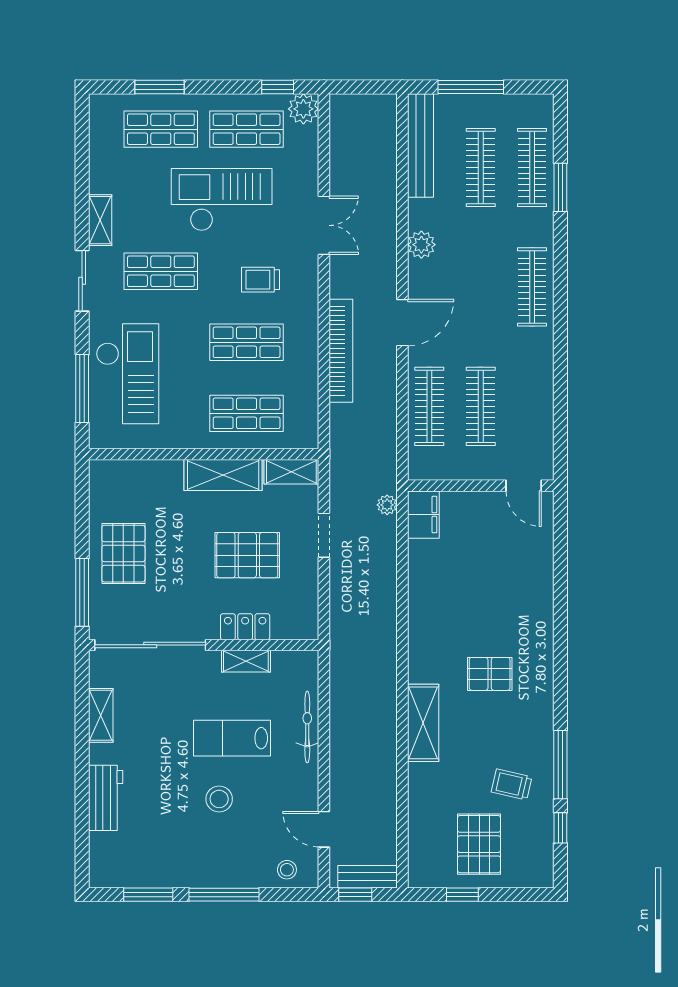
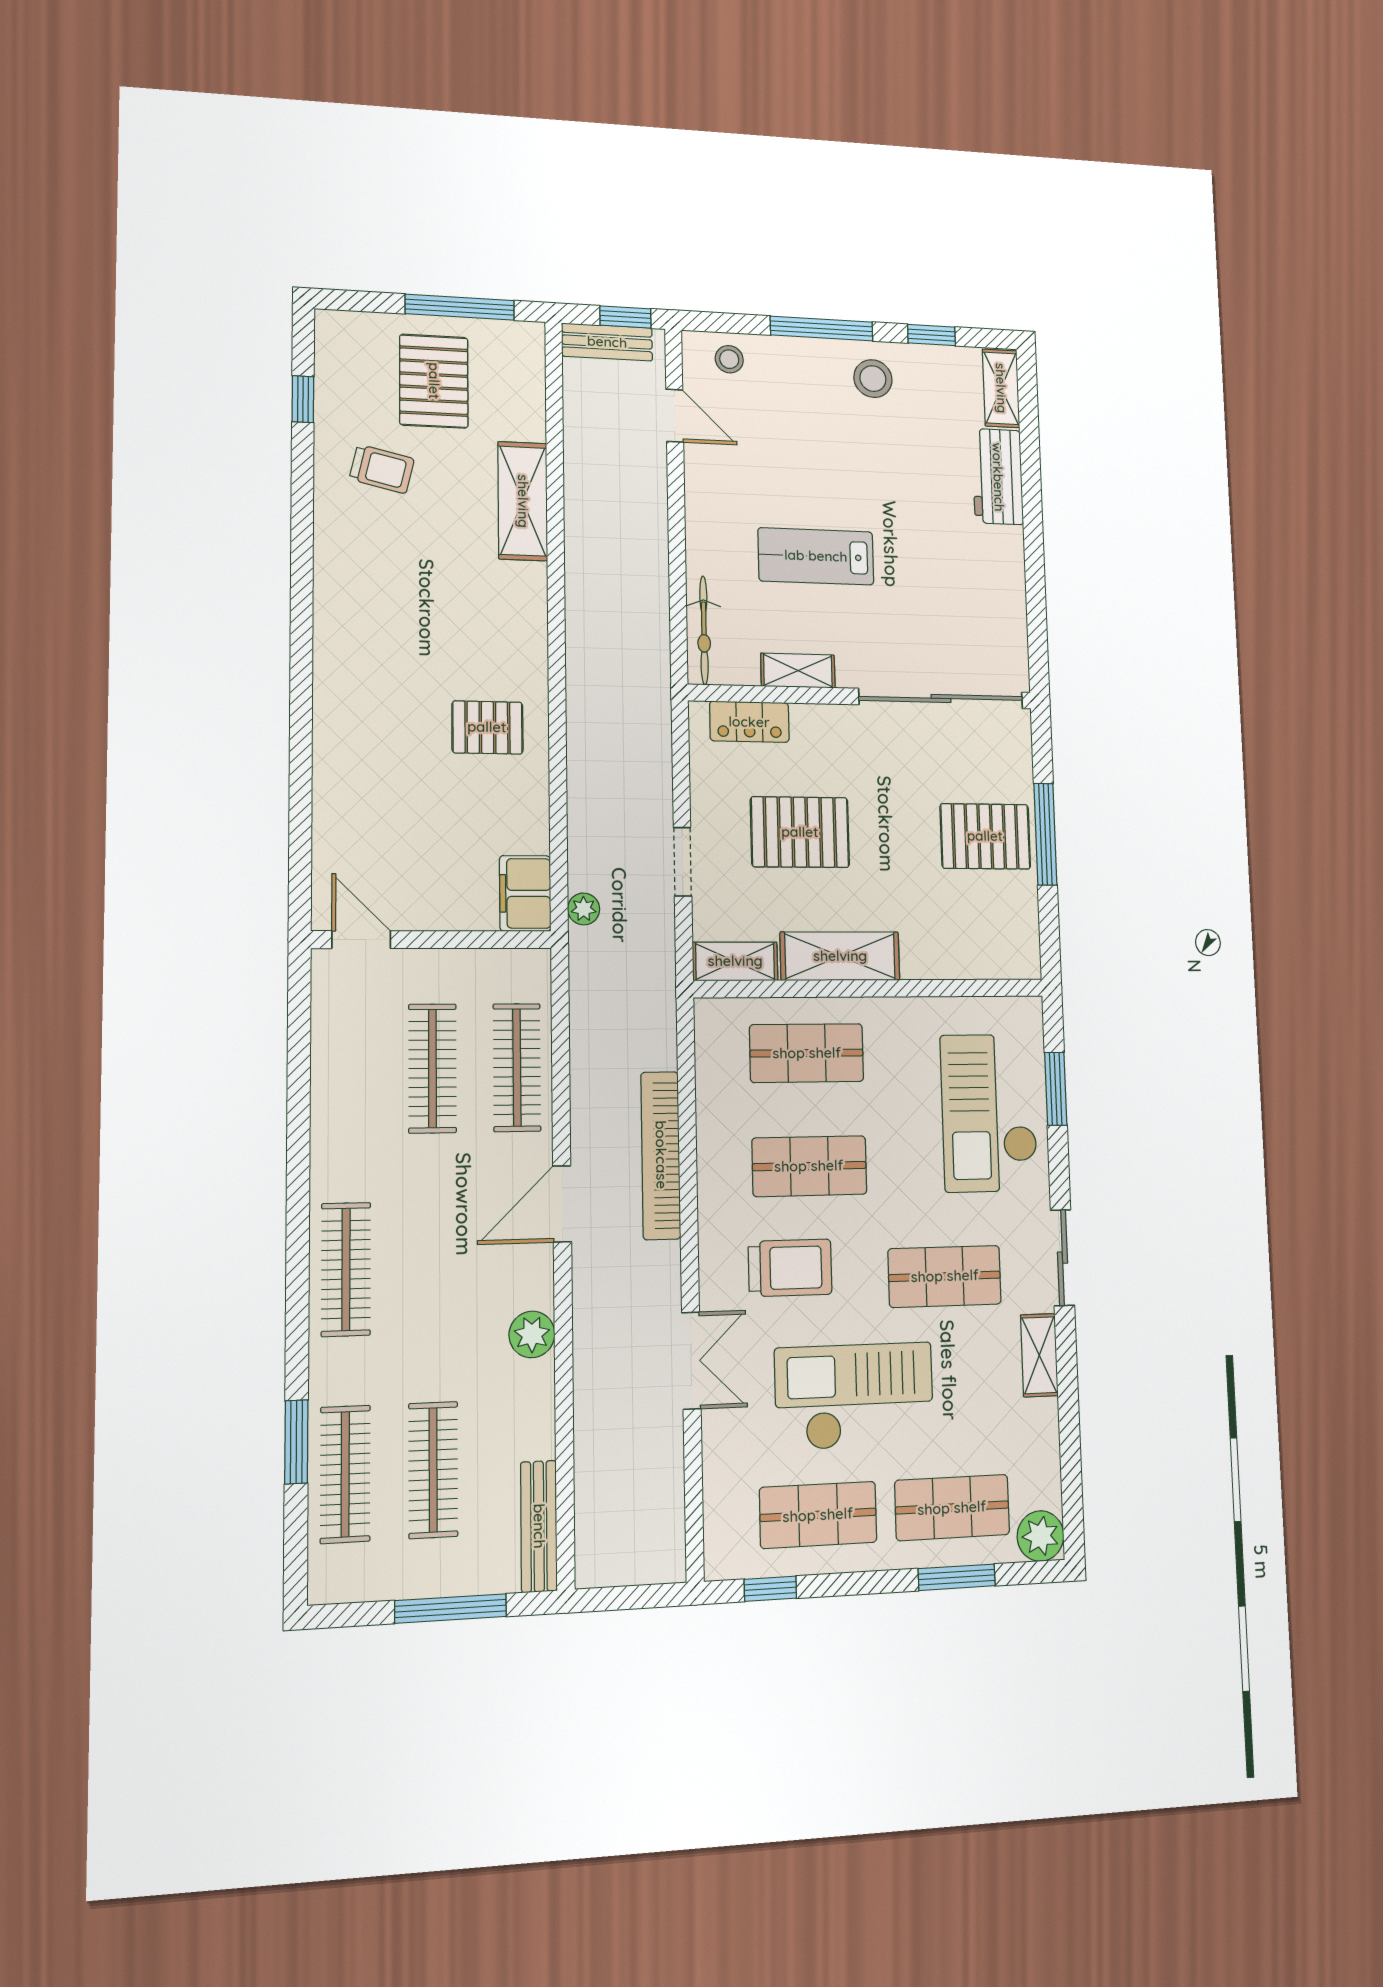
plant: (303, 109) -> (1040, 1536), moved
bench: (420, 145) -> (539, 1526), width x0.73, depth x0.82
checkout: (222, 200) -> (854, 1396), turned 180
double door: (324, 225) -> (691, 1361), swing flipped
trolley: (261, 280) -> (790, 1268), width x1.36, depth x1.39
window: (82, 389) -> (1056, 1089), width x0.69
pallet: (123, 554) -> (985, 836), turned 90
window: (82, 592) -> (1045, 834), moved
locker: (245, 627) -> (749, 722), moved
pallet: (490, 674) -> (487, 727), moved
shelving: (101, 715) -> (1001, 388), moved
shelving: (423, 723) -> (523, 501), moved
bicycle: (307, 727) -> (704, 630), moved
lab bench: (232, 738) -> (816, 556), turned 180
window: (560, 765) -> (302, 496), removed
stool: (219, 799) -> (873, 379), moved
window: (148, 895) -> (931, 335), width x0.67
window: (462, 895) -> (460, 307), width x2.17

